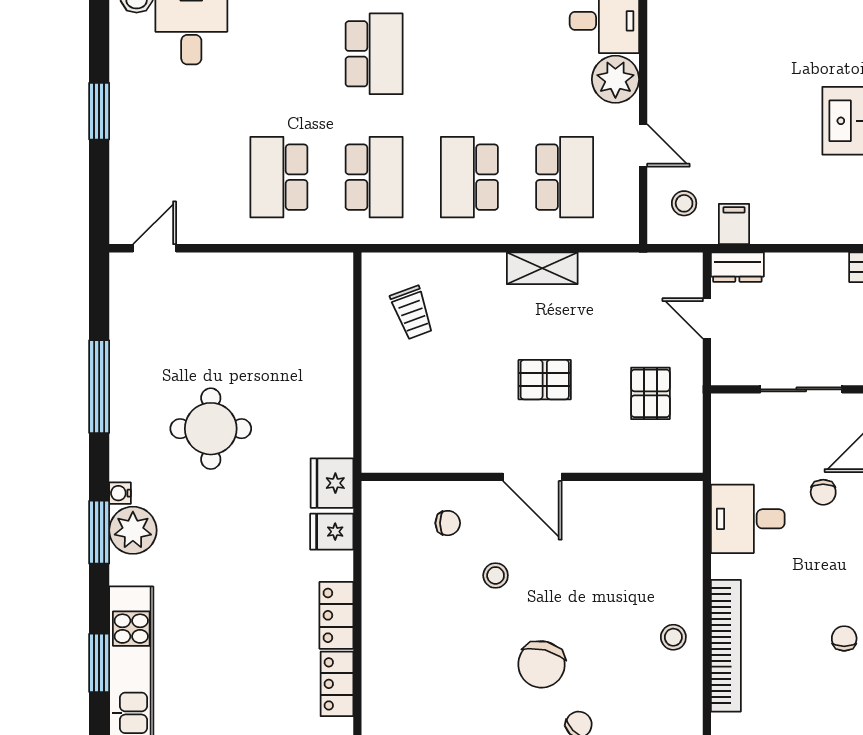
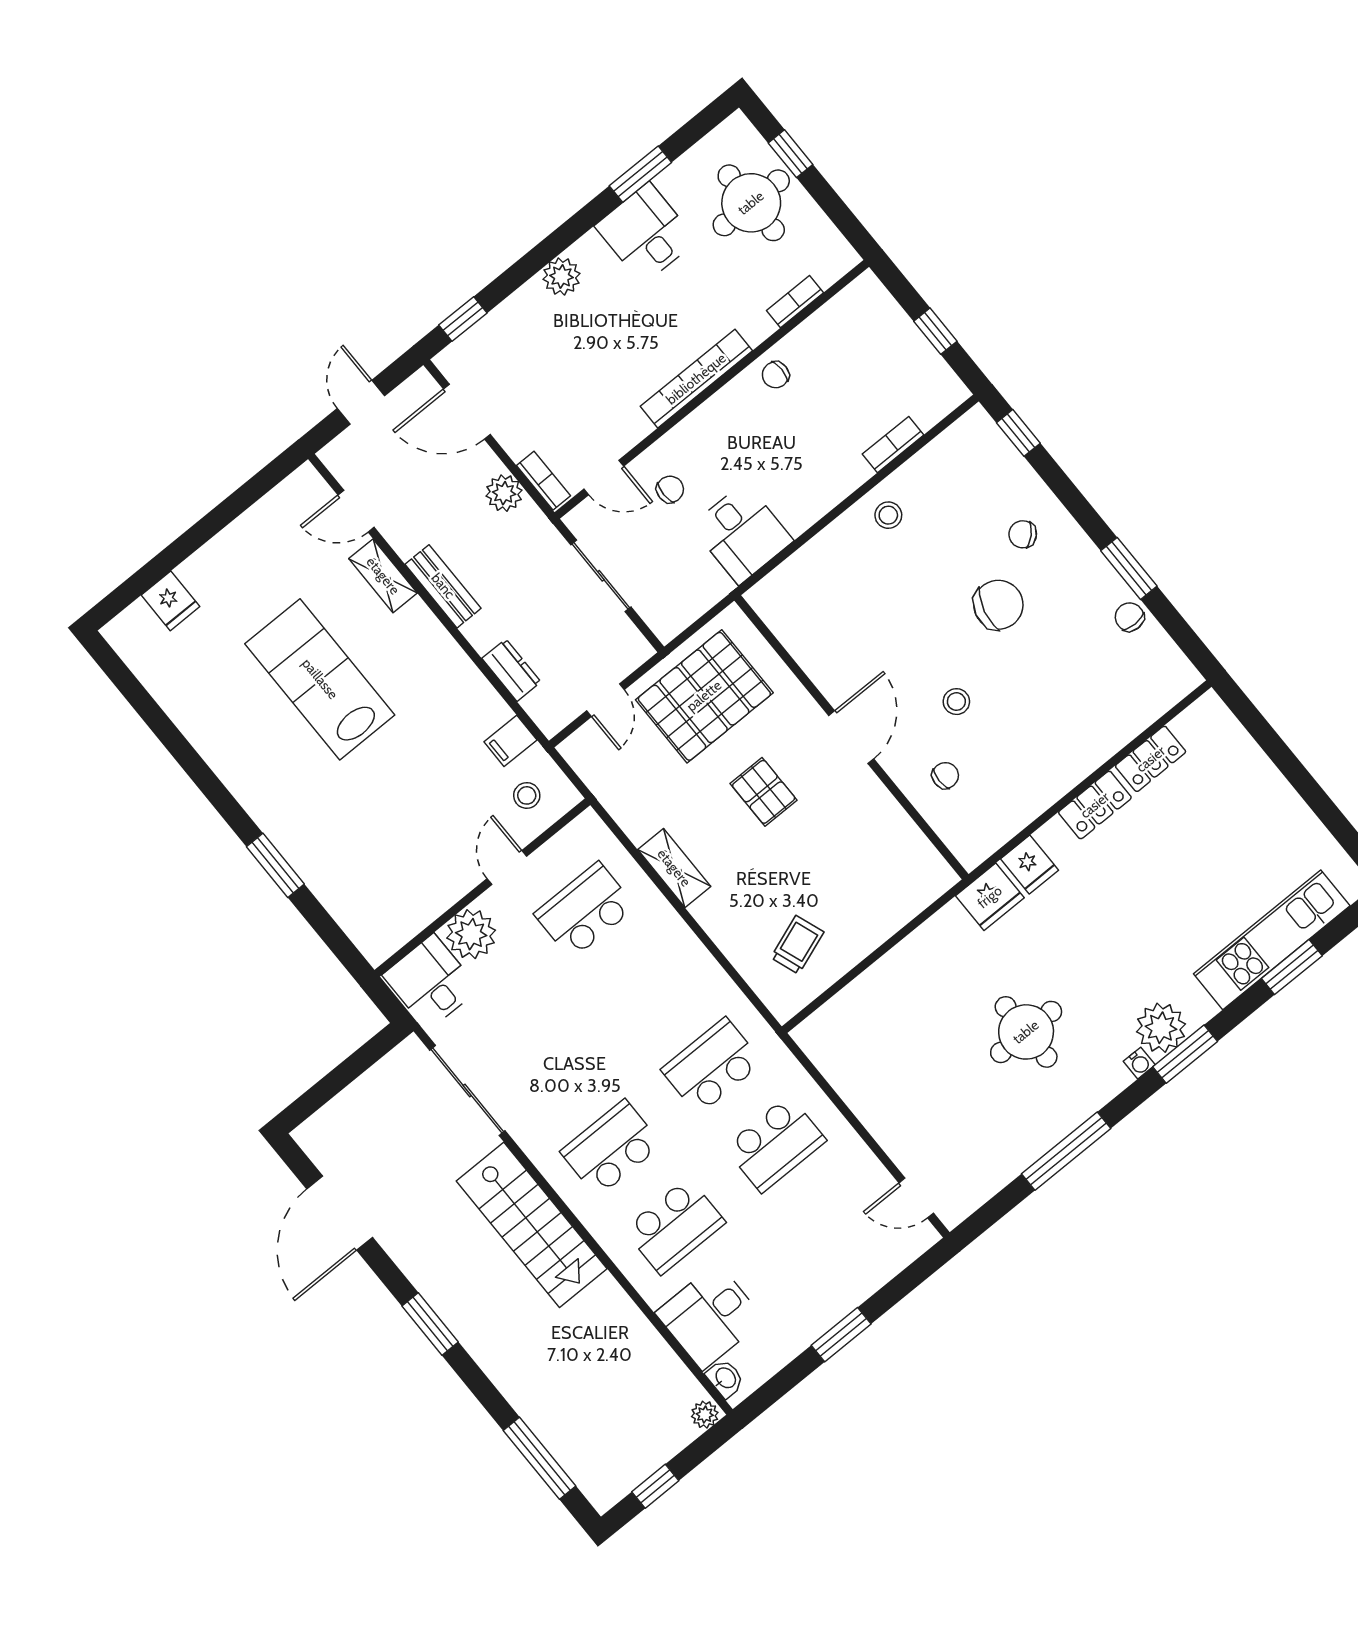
school desk: (469, 177) -> (675, 1226), moved
dresser: (737, 267) -> (511, 670), moved
pallet: (650, 393) -> (704, 696), width x2.05, depth x2.00
chair: (448, 523) -> (945, 775), turned 90
bookcase: (726, 646) -> (893, 445), width x0.43, depth x0.76

